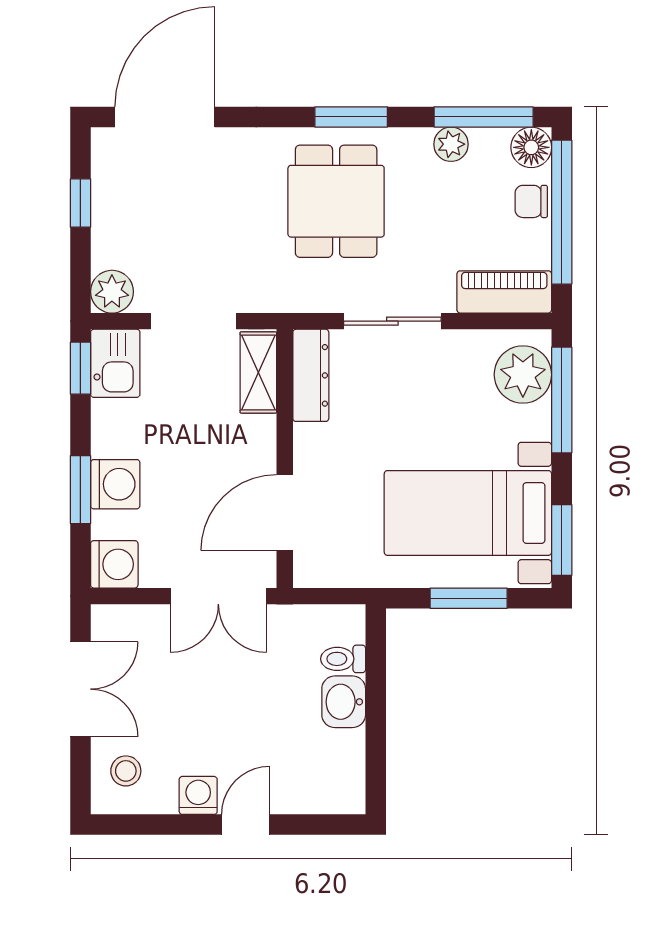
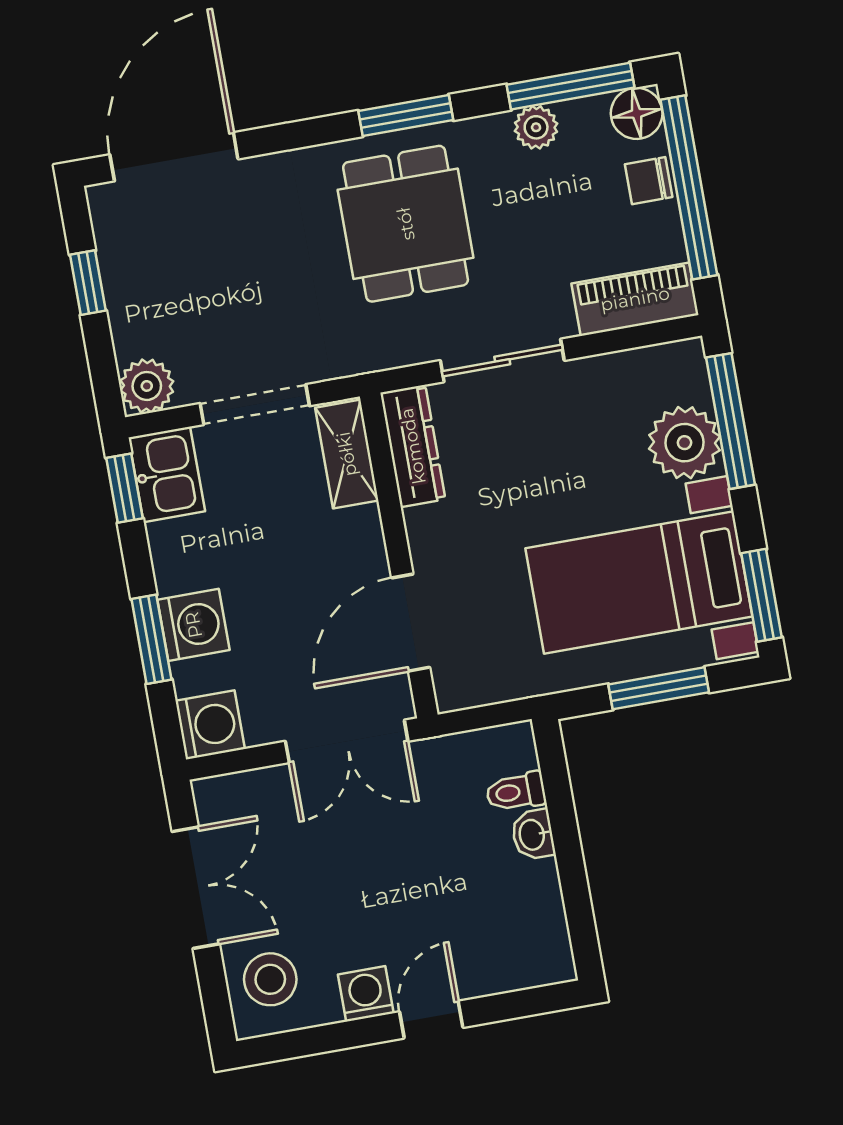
plant: (523, 375) -> (684, 443), moved
washbasin: (344, 702) -> (533, 835), width x0.72, depth x0.69
stool: (126, 771) -> (270, 979), width x1.37, depth x1.37

